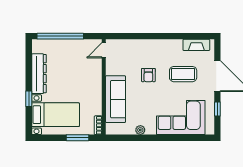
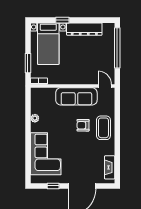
coffee table: (183, 74) -> (103, 128), moved
sofa: (116, 99) -> (76, 96), moved

